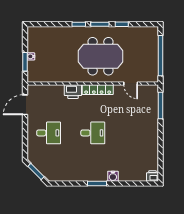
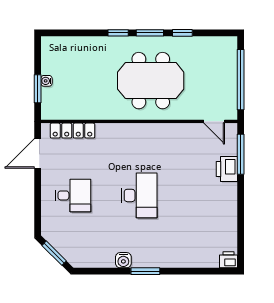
door: (131, 83) -> (214, 121), moved
locker: (98, 90) -> (72, 131), moved
printer: (73, 92) -> (227, 169), moved, turned 90
desk: (93, 133) -> (139, 195), width x1.37
water cooler: (113, 176) -> (123, 260), moved

